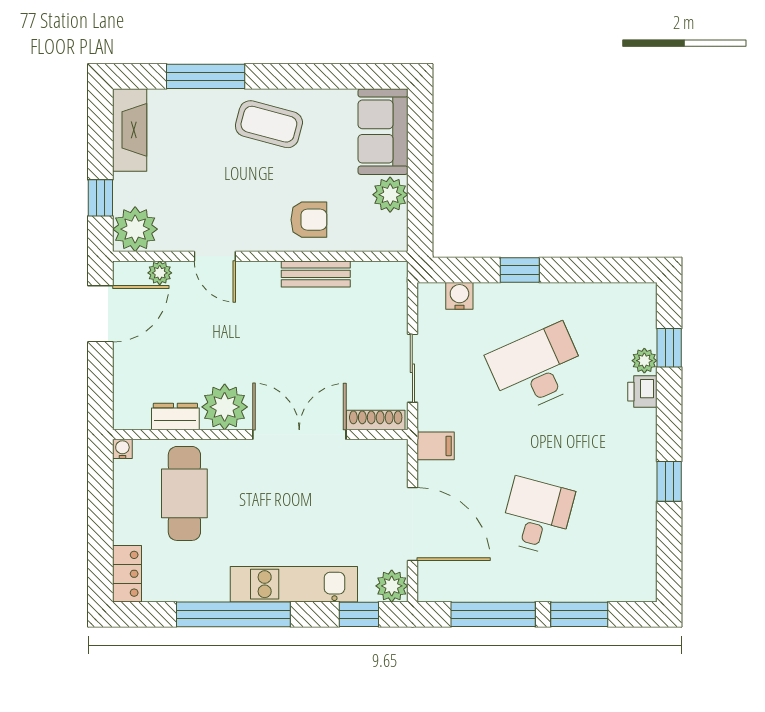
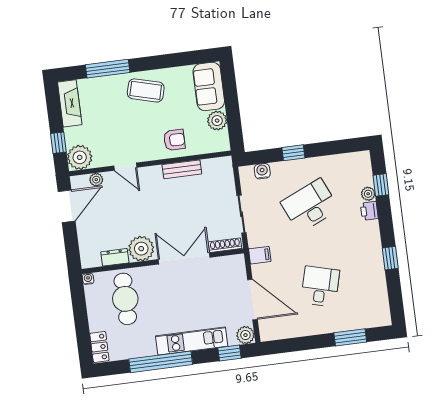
window: (493, 614) -> (303, 344), removed

